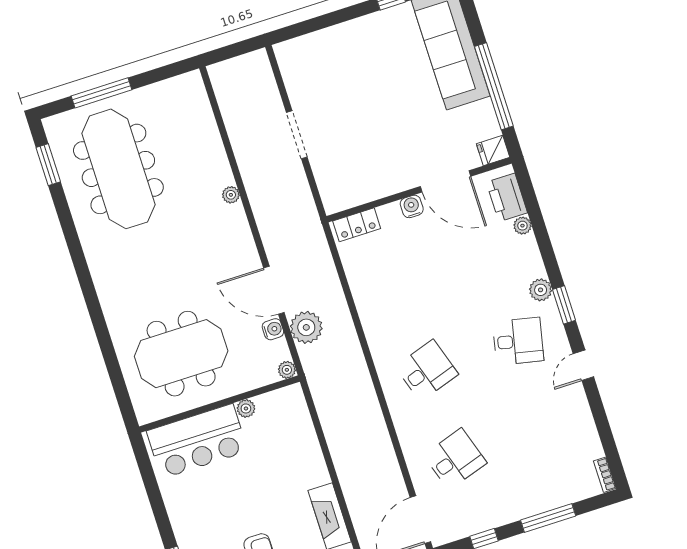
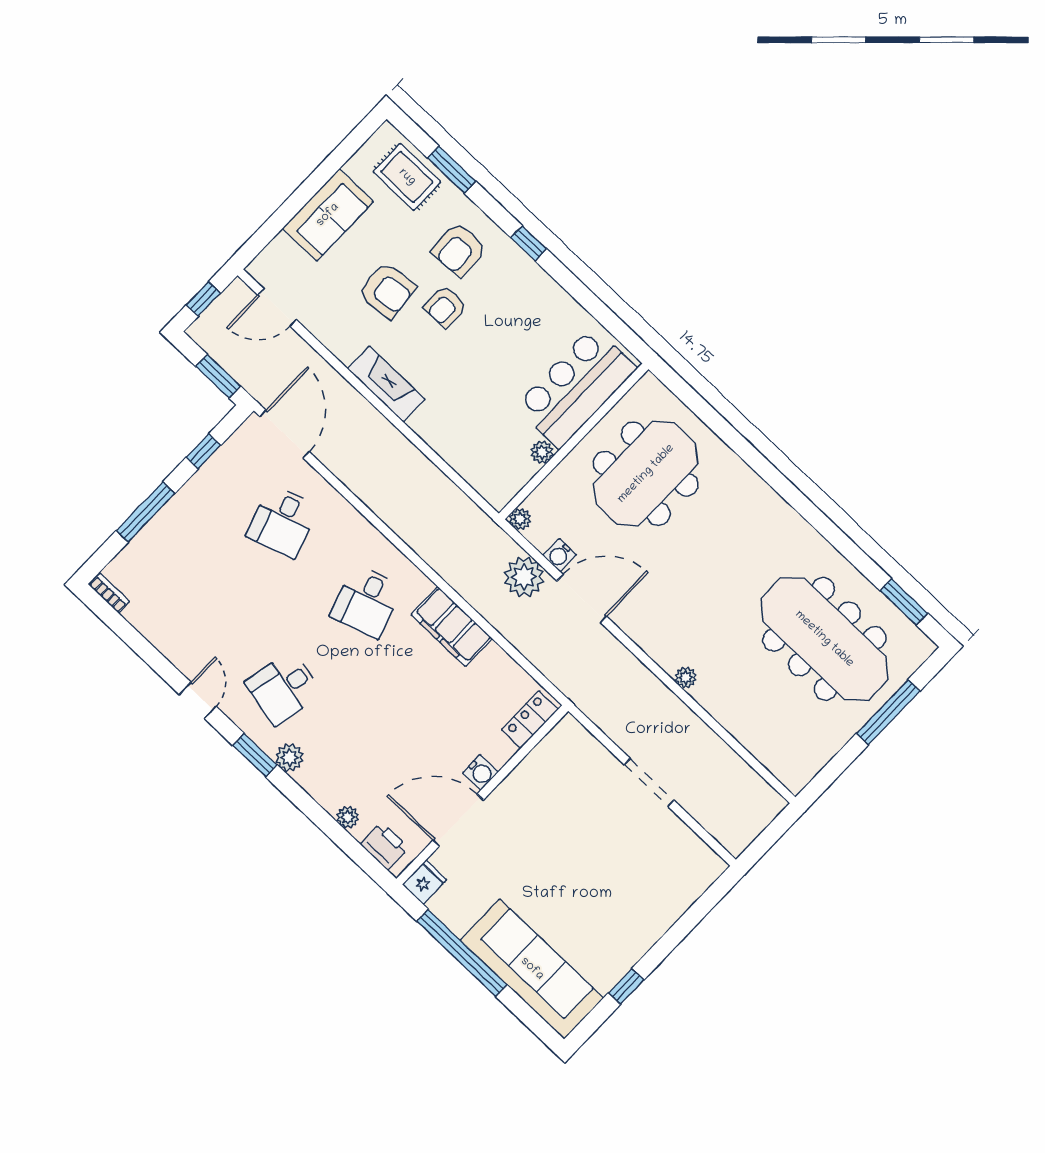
printer: (507, 197) -> (385, 846), width x0.73, depth x0.84
filing cabinet: (376, 320) -> (452, 626), added

